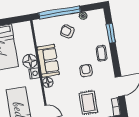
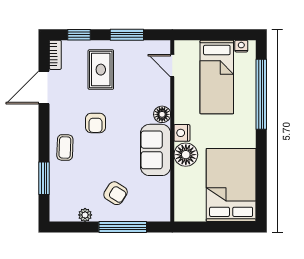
window: (60, 12) -> (123, 227), width x0.68

